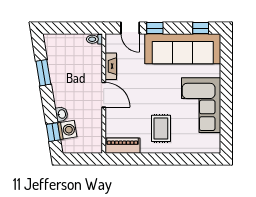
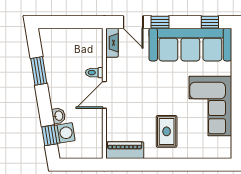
toilet: (94, 39) -> (94, 73), moved
fireplace: (111, 66) -> (112, 43), moved
door: (104, 95) -> (104, 95), swing flipped

